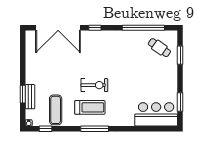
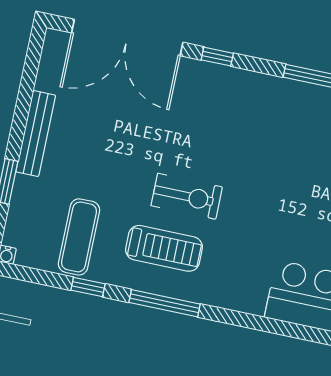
bench: (30, 97) -> (36, 134), moved, width x1.36
window: (46, 129) -> (88, 287), moved

